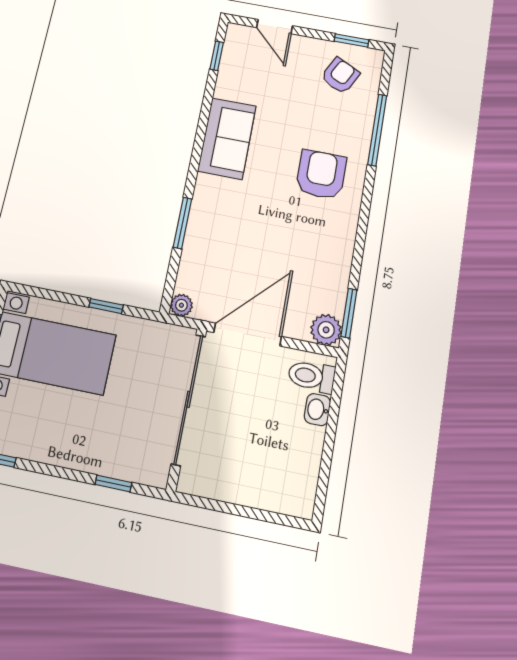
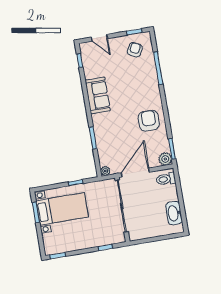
armchair: (321, 175) -> (149, 121), moved
washbasin: (317, 410) -> (174, 213), moved, width x1.91, depth x1.45

